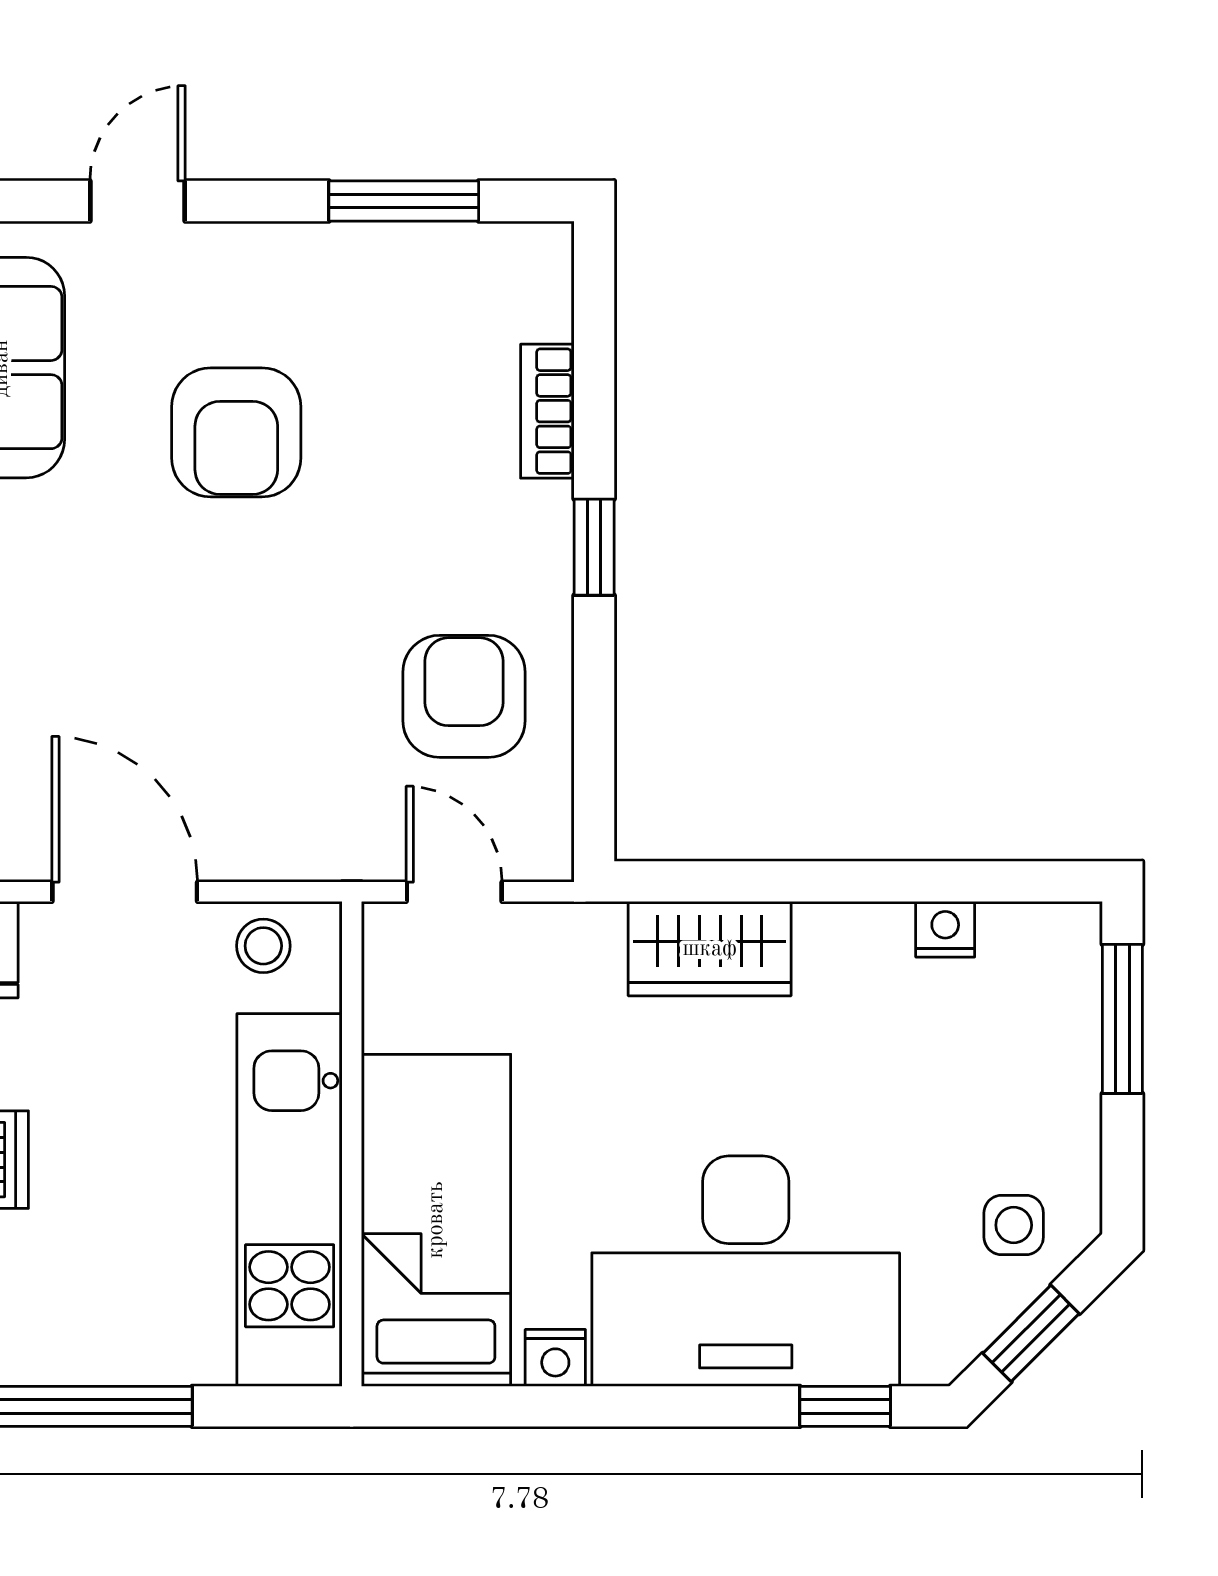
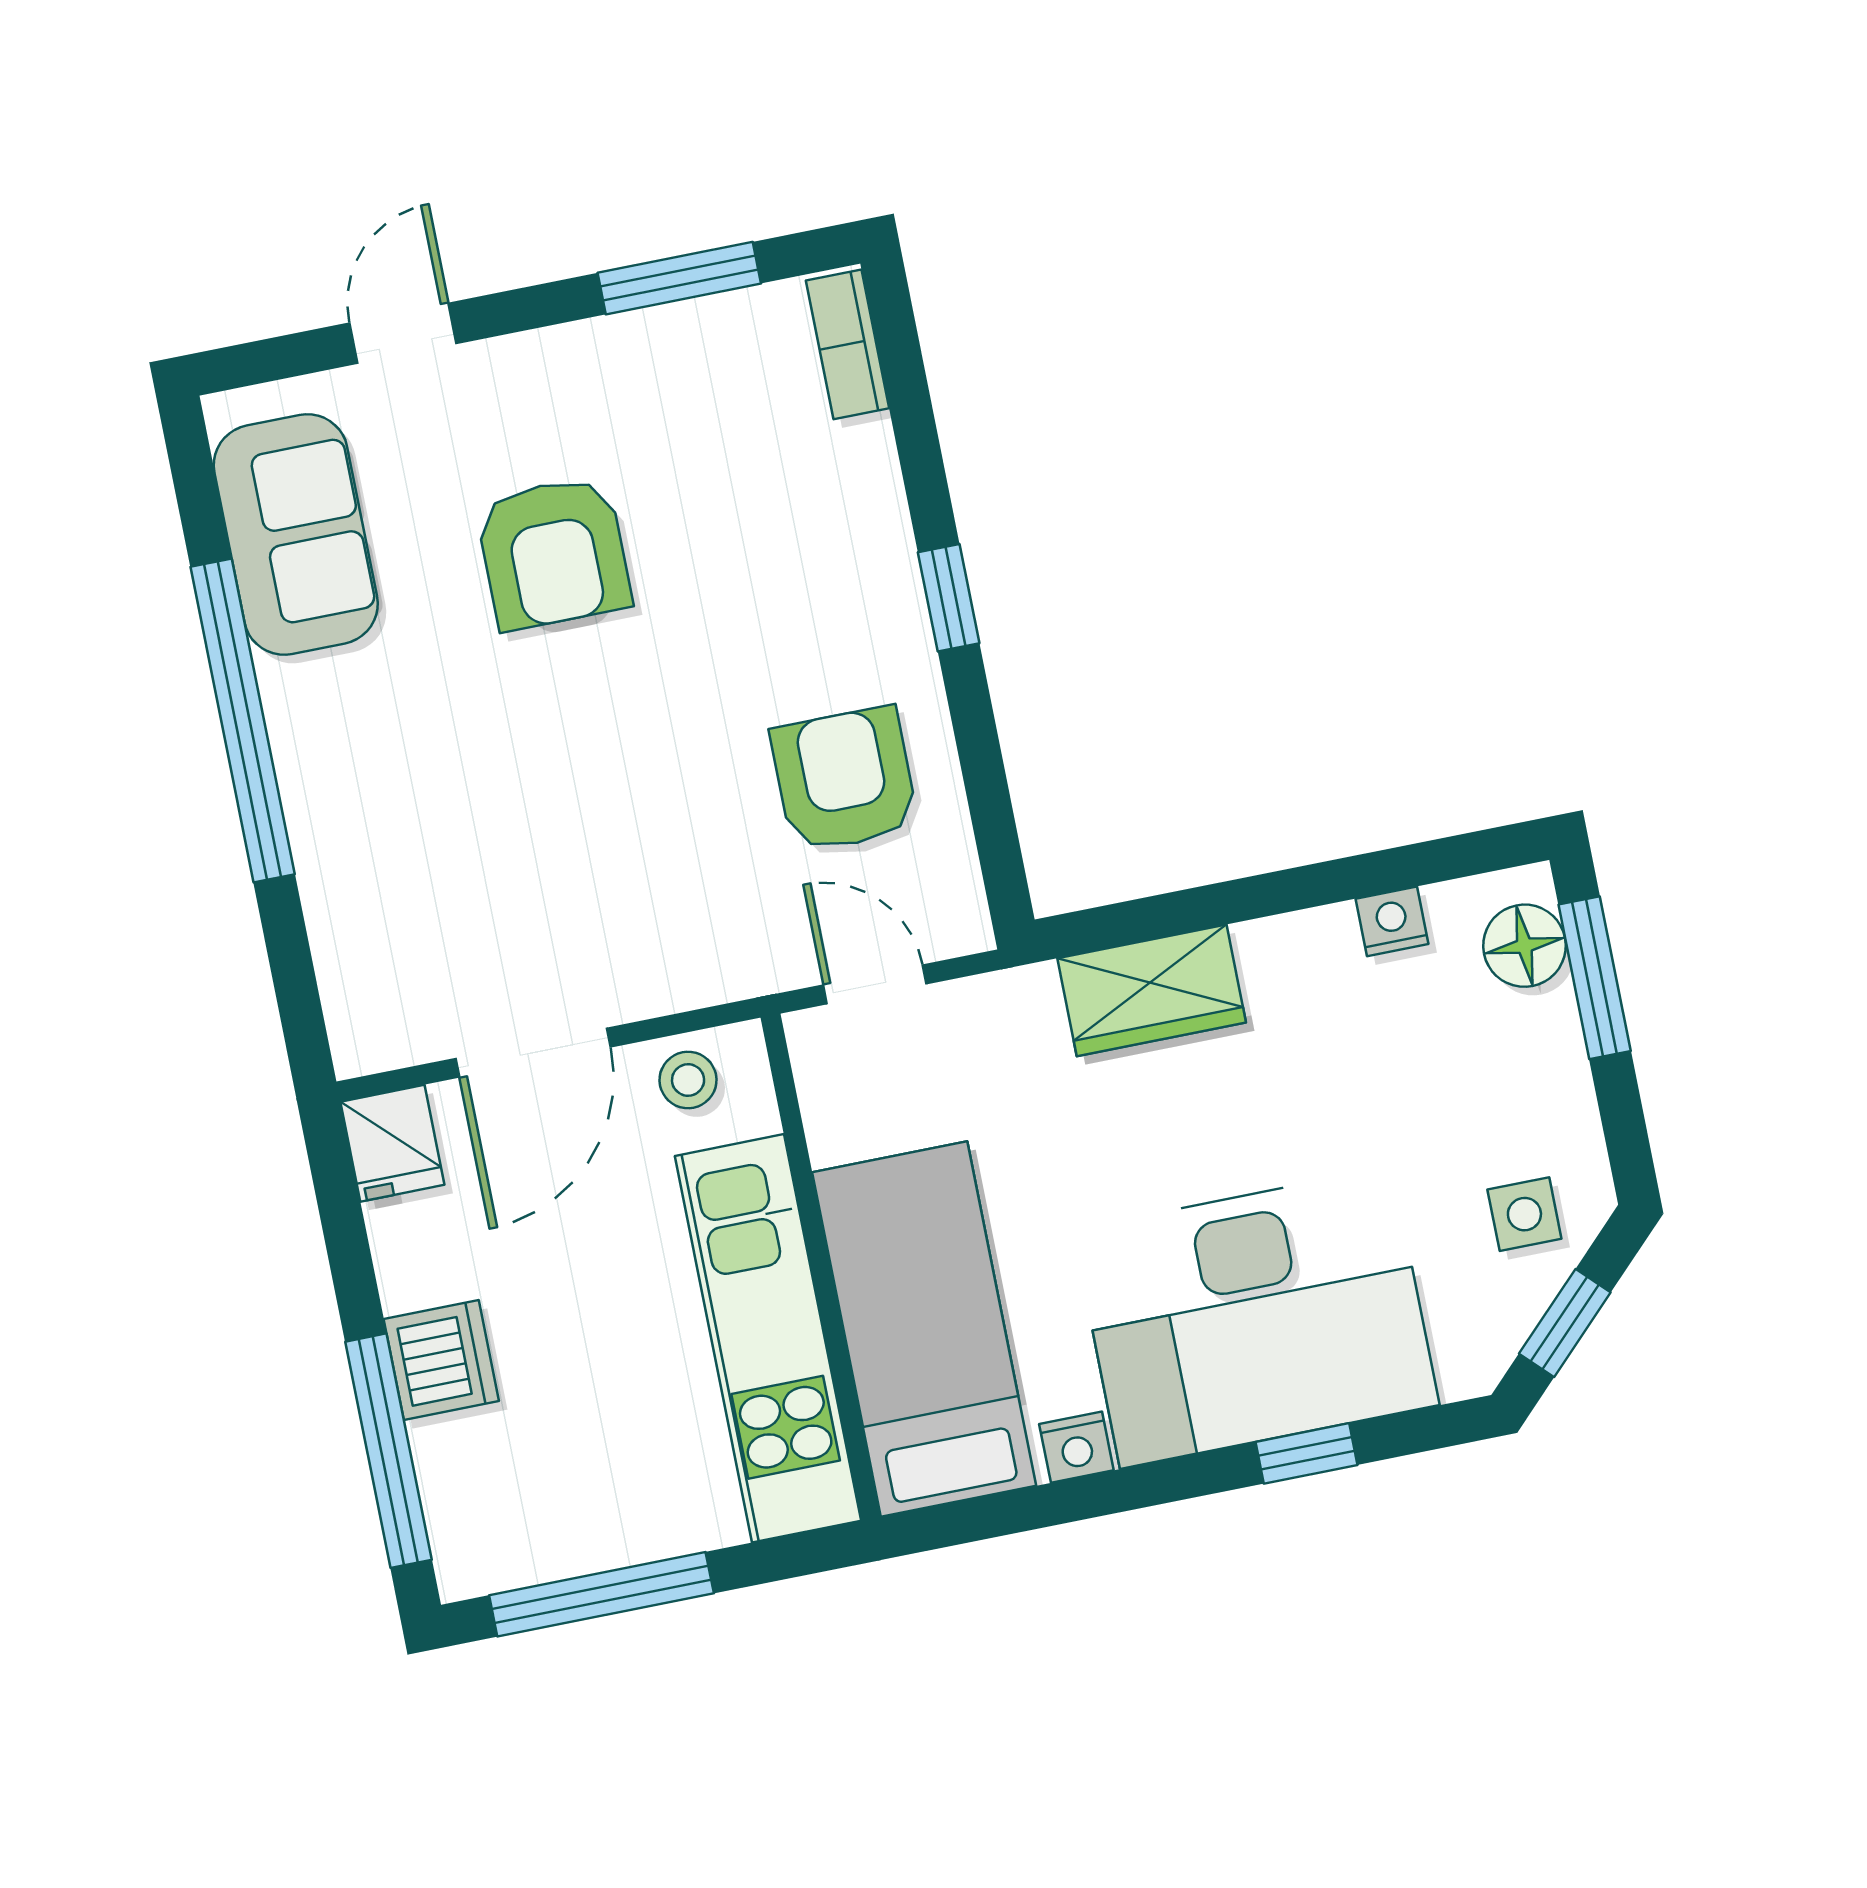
bookcase: (547, 411) -> (848, 344), moved
door: (125, 892) -> (533, 1053), swing flipped
floor lamp: (1063, 976) -> (1524, 946), added
window: (845, 1406) -> (1306, 1453), moved

